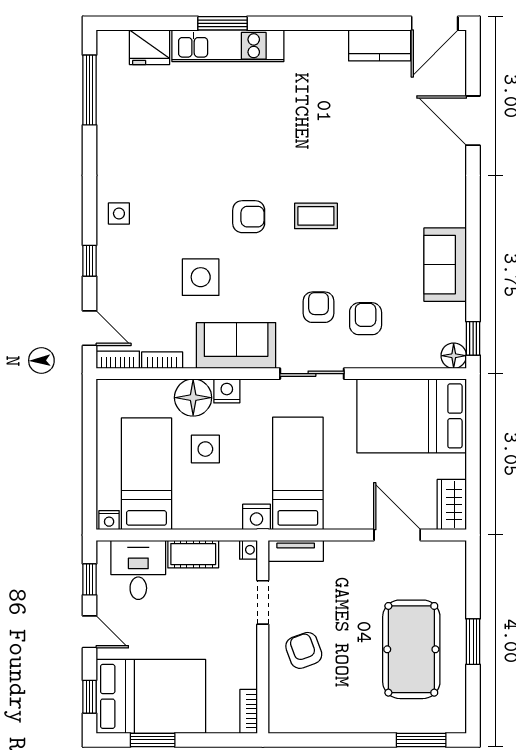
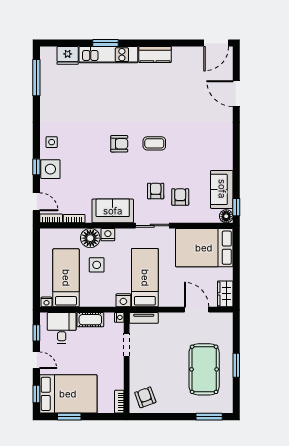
kitchen counter: (380, 45) -> (155, 55), moved
sofa: (445, 265) -> (222, 189), moved
side table: (201, 277) -> (50, 169), moved
armchair: (304, 650) -> (145, 397), moved

